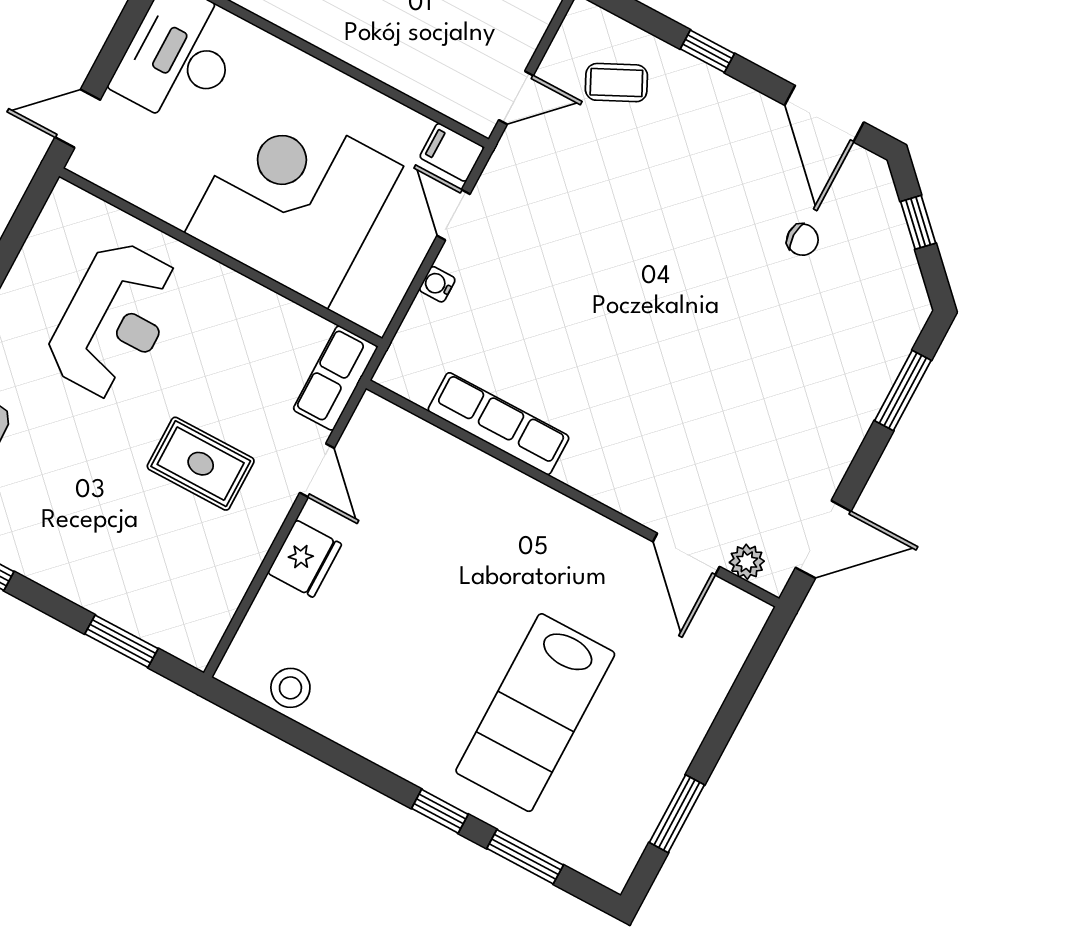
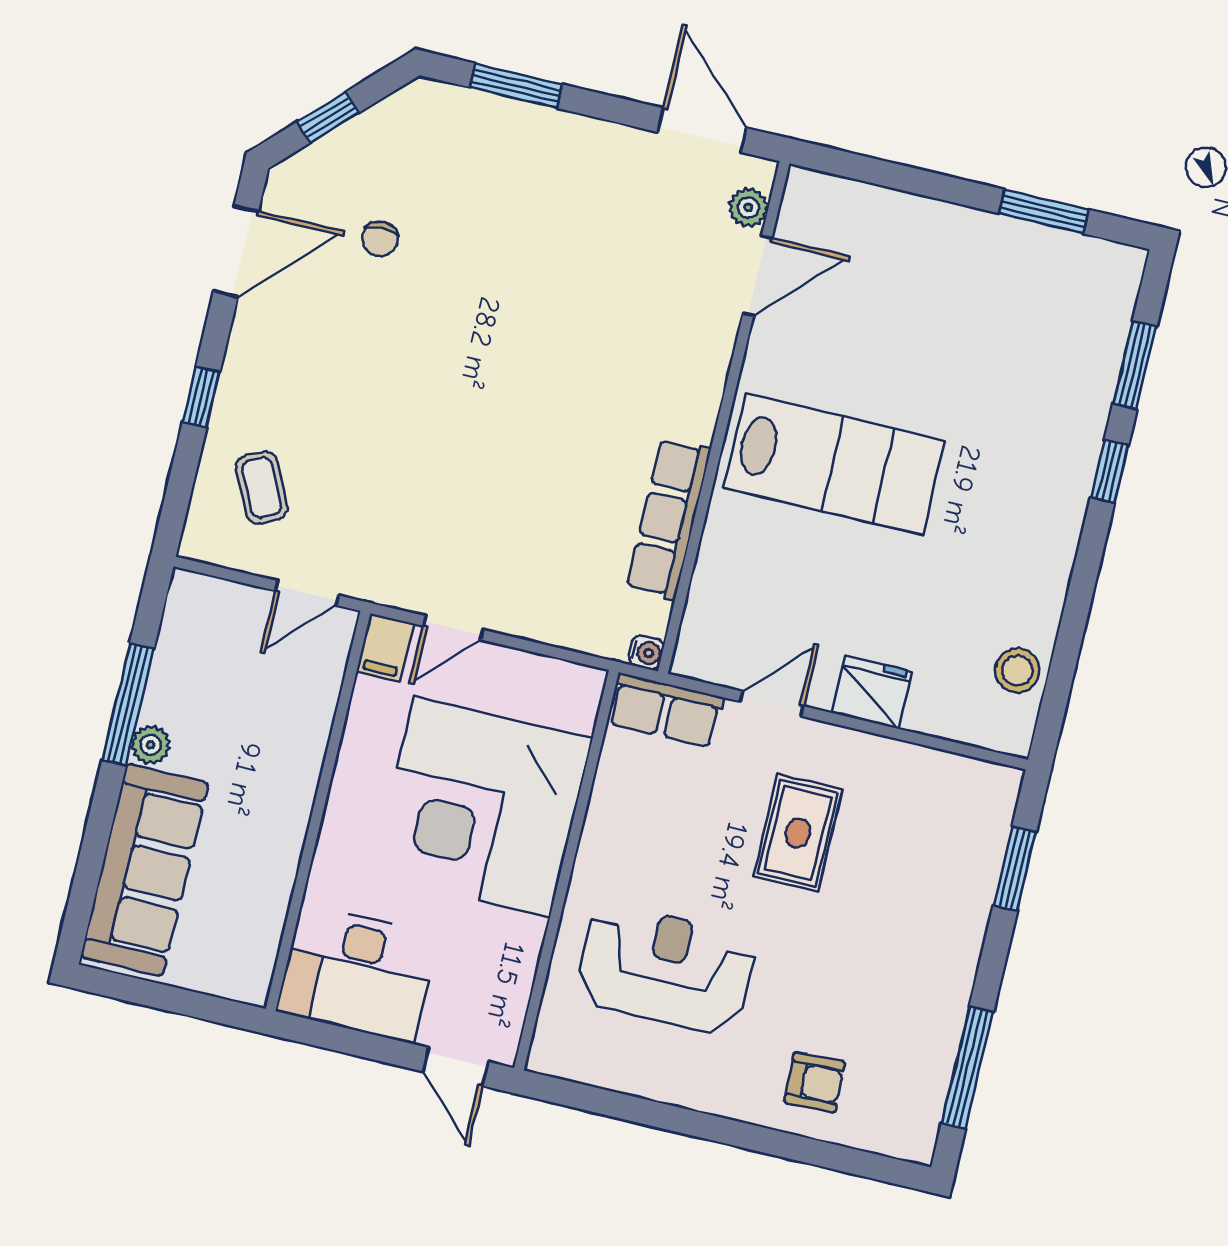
door: (516, 98) -> (307, 593), swing flipped
chair: (802, 240) -> (380, 239), turned 180
water cooler: (437, 284) -> (646, 653), moved, turned -90
lab bench: (535, 713) -> (834, 464), moved

